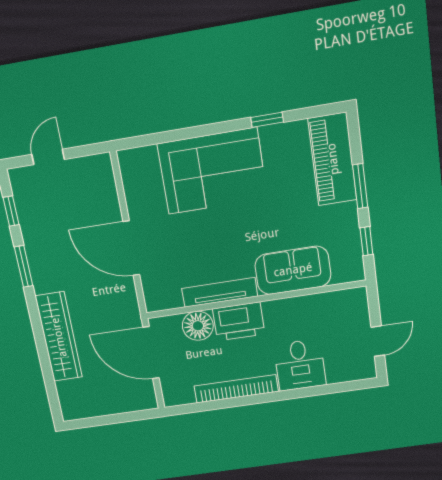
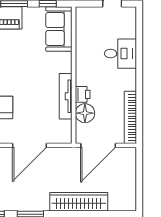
sofa: (293, 270) -> (59, 29), moved
printer: (239, 321) -> (83, 94), width x0.53, depth x0.68
bookcase: (236, 389) -> (130, 117), moved

